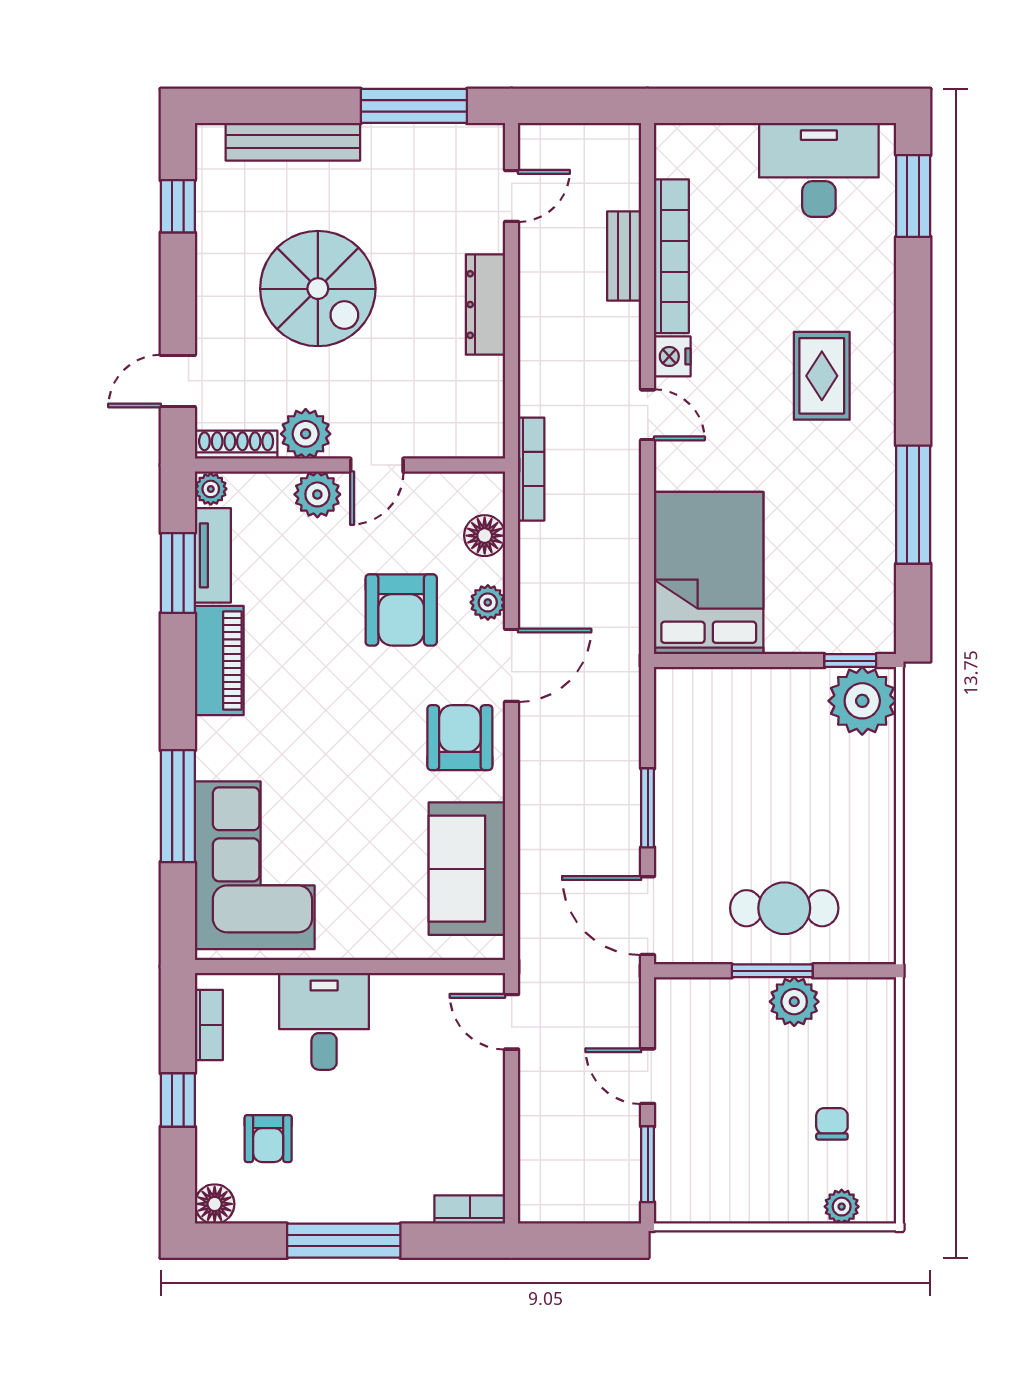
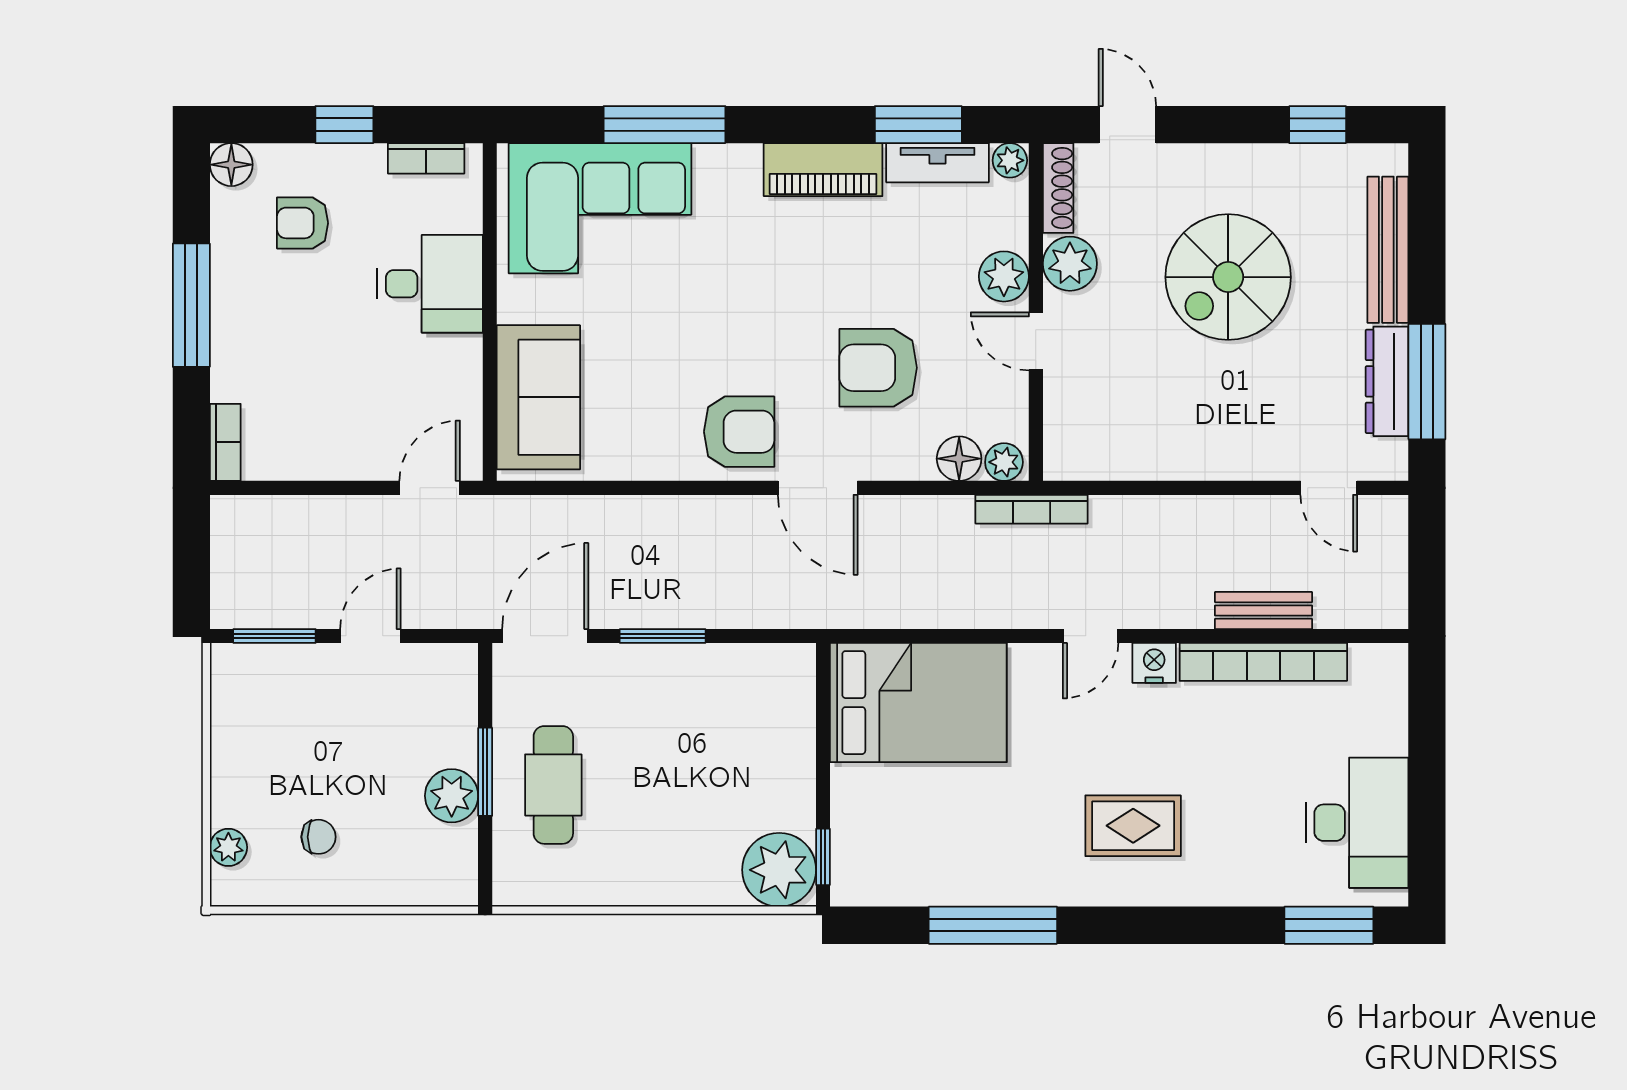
dresser: (485, 305) -> (1387, 381), moved, turned -90
plant: (488, 602) -> (1004, 462), moved
sofa: (467, 869) -> (538, 397), moved, turned 90

